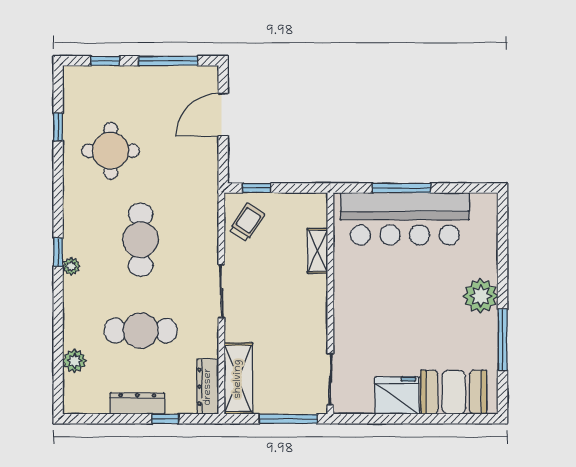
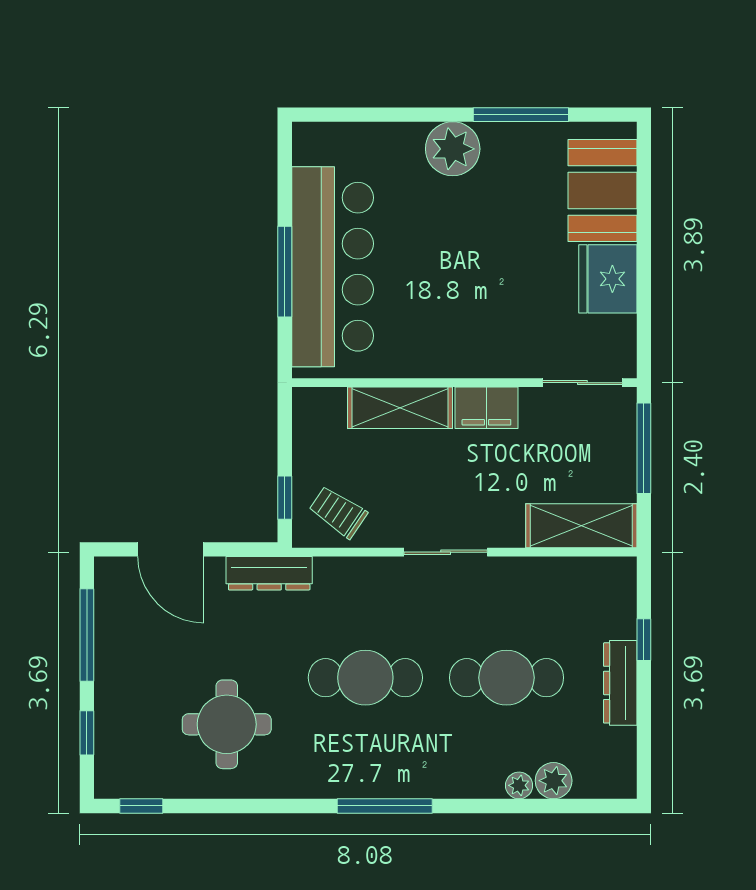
window: (58, 127) -> (141, 806), moved
shelving: (317, 251) -> (400, 408), width x1.50, depth x1.33
window: (58, 252) -> (385, 806), width x2.17
plant: (71, 266) -> (519, 785), moved
filing cabinet: (314, 318) -> (486, 408), added
cafe table: (141, 330) -> (507, 678), turned 90
dresser: (208, 387) -> (269, 573), moved

